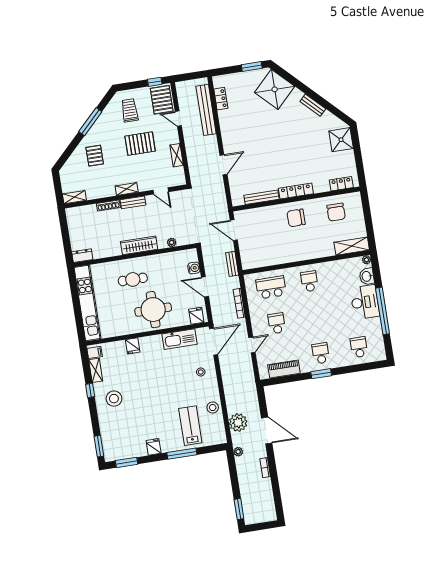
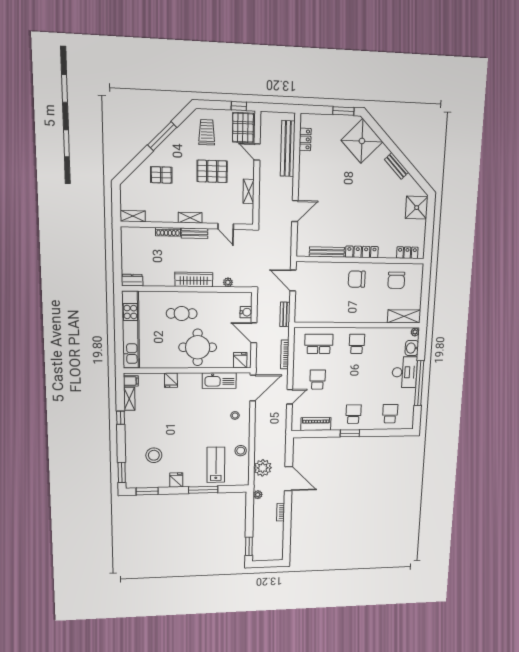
pallet: (95, 156) -> (161, 175), turned 90
stool: (114, 399) -> (154, 455), moved

